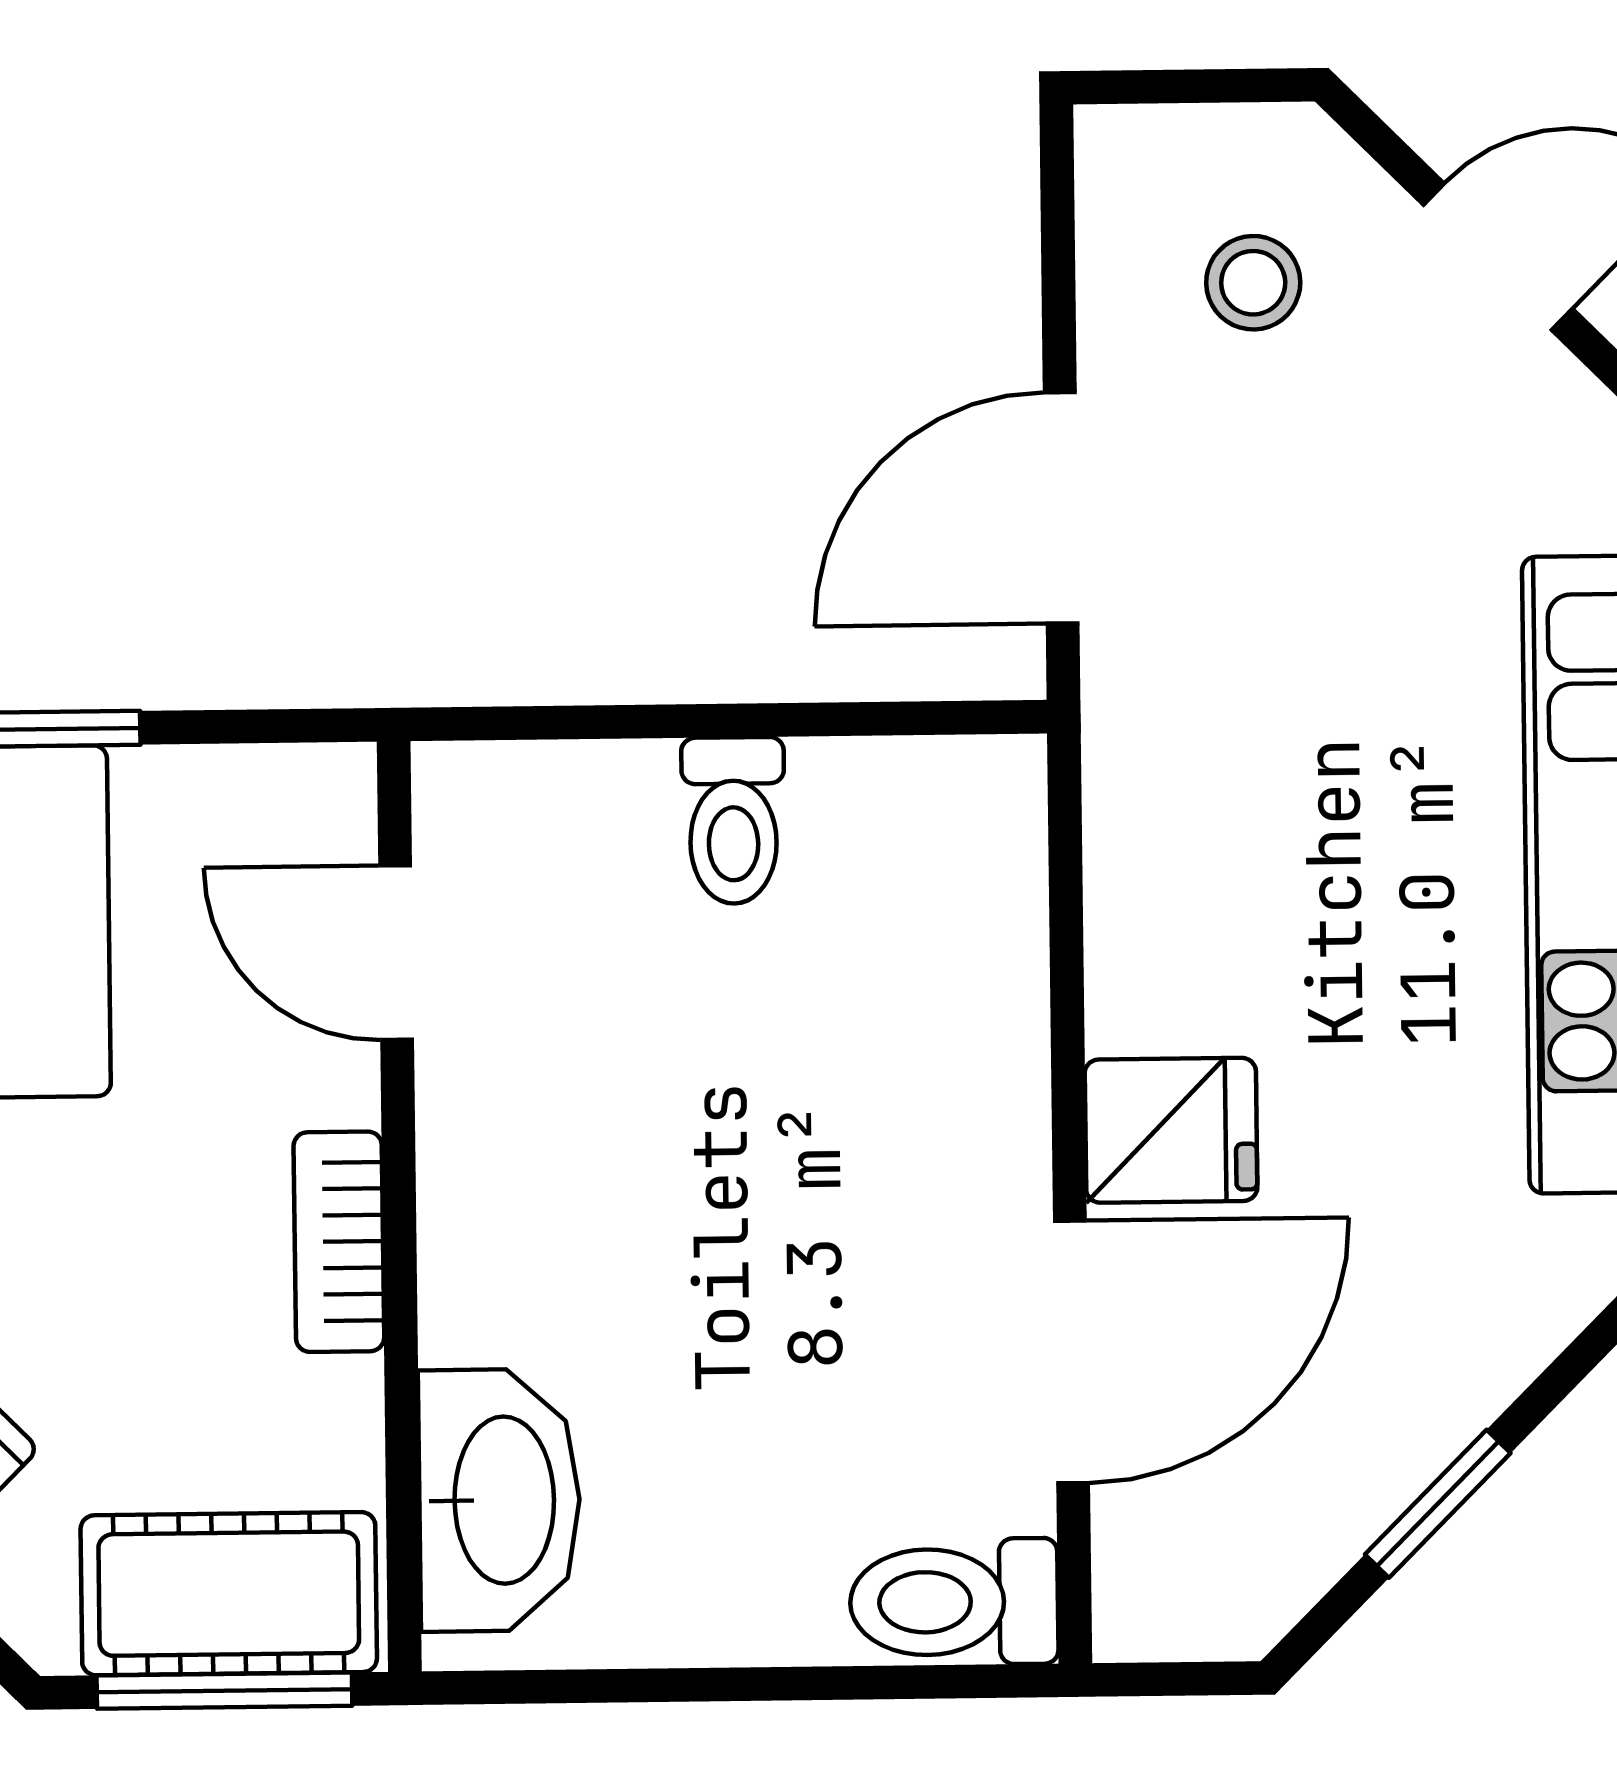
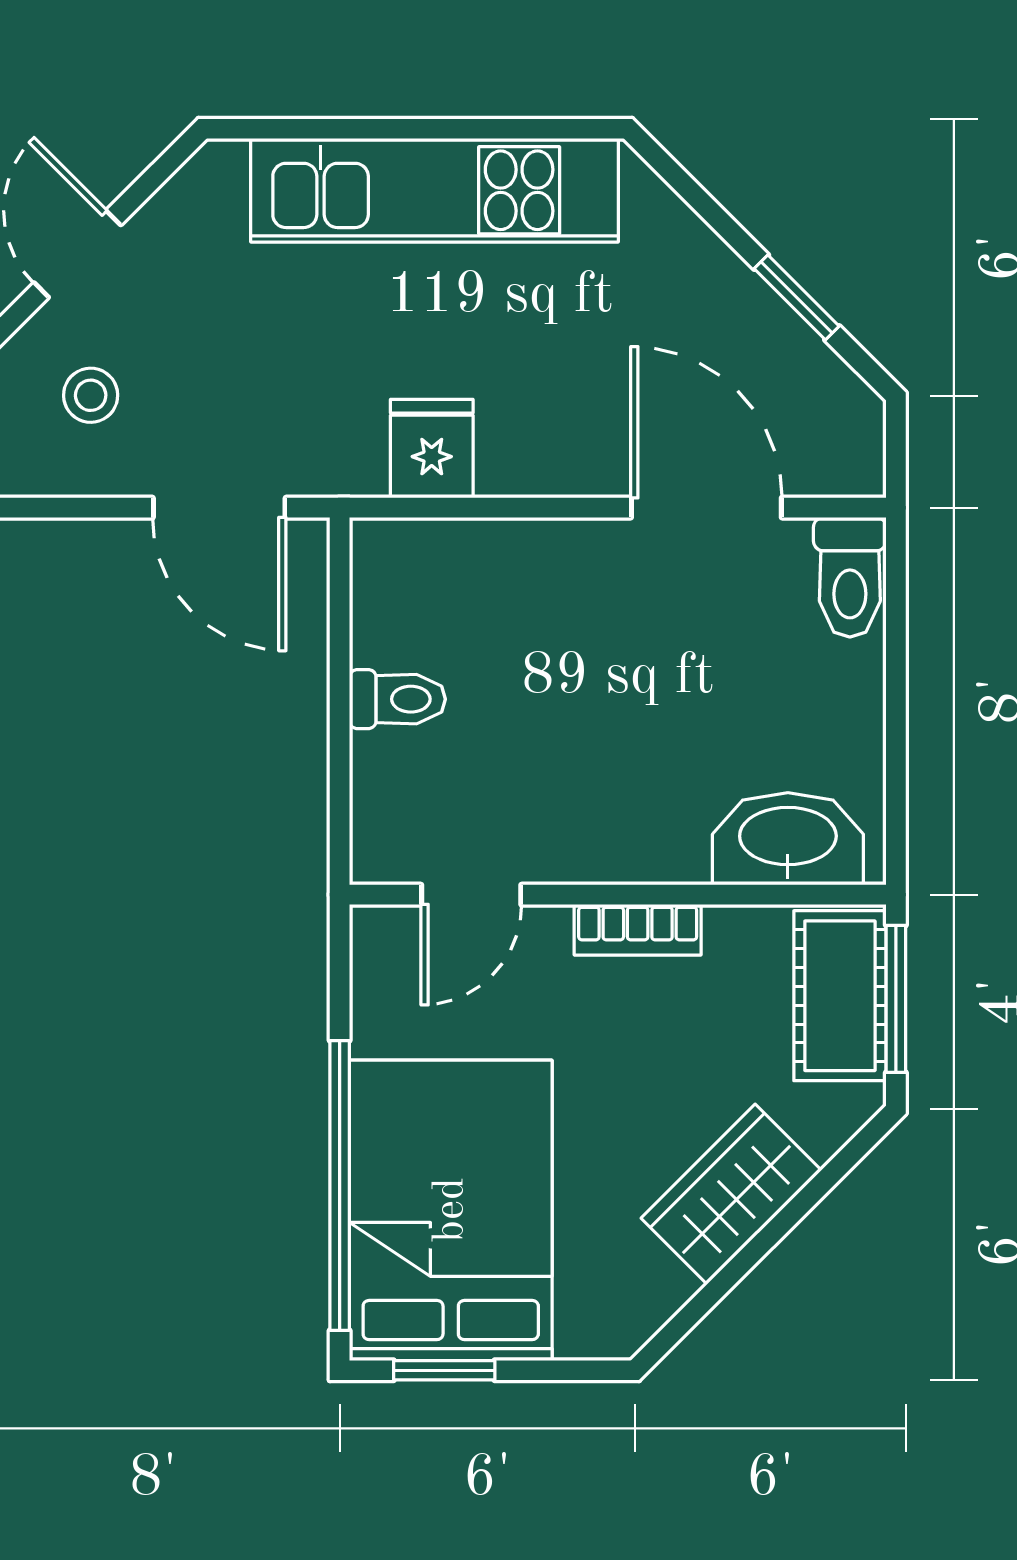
fridge: (1171, 1130) -> (432, 449), moved

